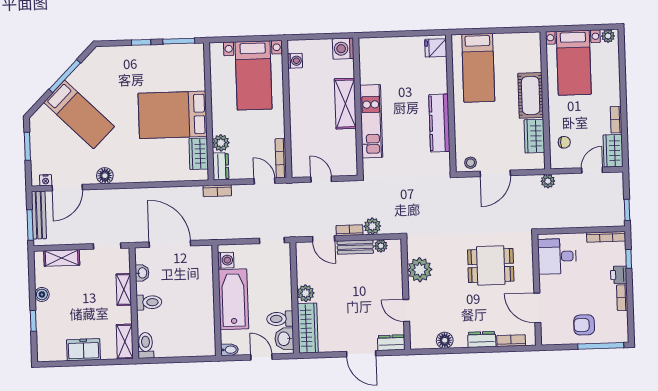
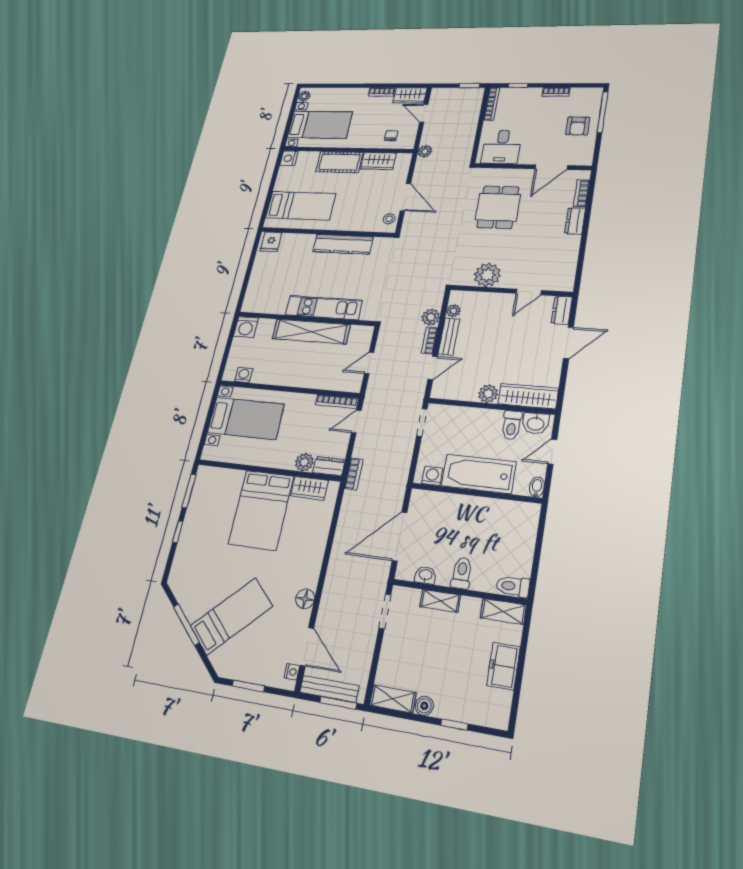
nightstand: (532, 40) -> (289, 158), added
shelving: (345, 104) -> (311, 332), width x1.47
shelving: (62, 258) -> (393, 699), moved, turned 90
printer: (619, 275) -> (532, 94), removed
floor lamp: (445, 340) -> (569, 257), removed

